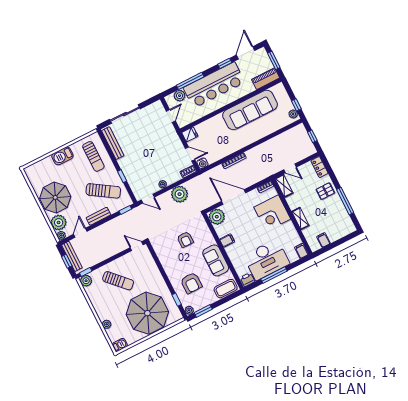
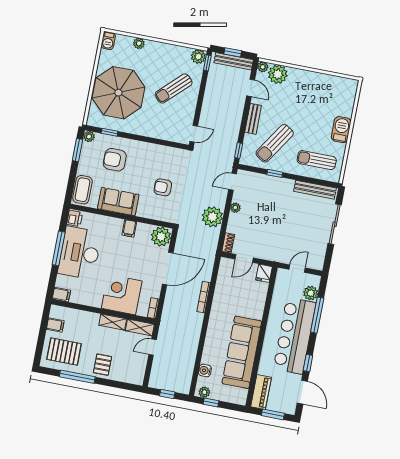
door: (171, 116) -> (297, 269), swing flipped
water cooler: (202, 163) -> (205, 370), moved
locker: (319, 167) -> (131, 377), removed
parasol: (55, 197) -> (305, 90), removed
shelving: (300, 219) -> (113, 322), moved
pallet: (336, 222) -> (64, 352), added

